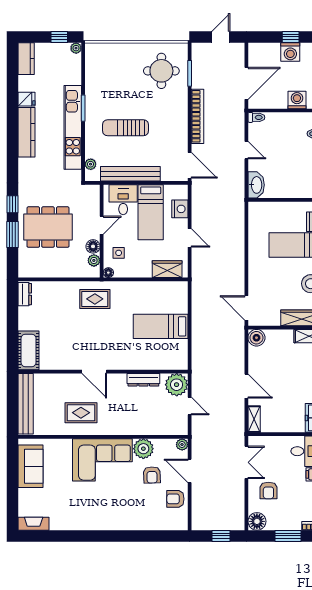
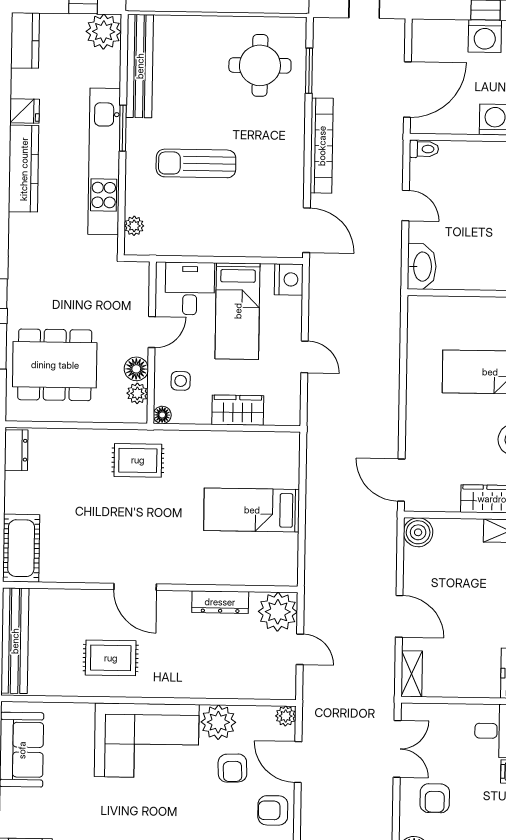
plant: (76, 48) -> (104, 32), width x1.88, depth x1.88
bench: (130, 174) -> (140, 66), moved, turned 90
nightstand: (180, 209) -> (289, 279), moved
dining table: (48, 227) -> (55, 365), moved
wardrobe: (167, 269) -> (238, 410), moved

